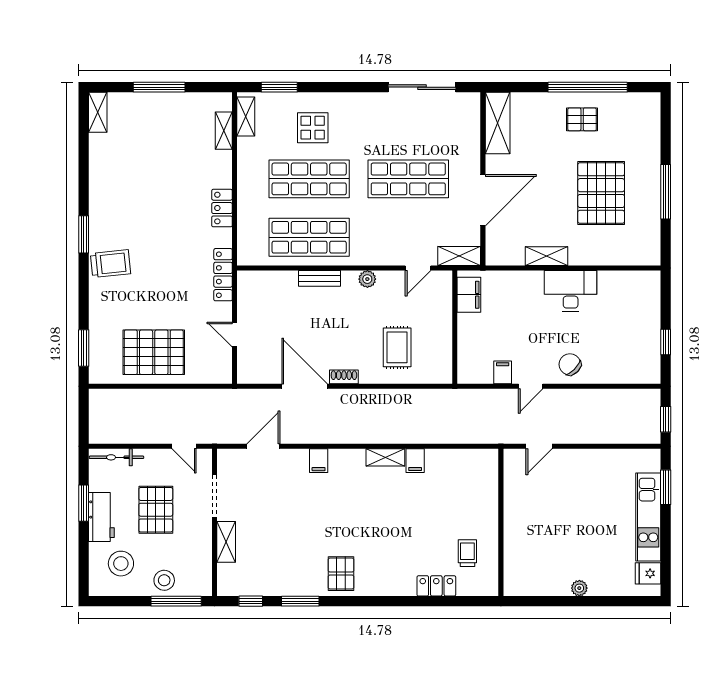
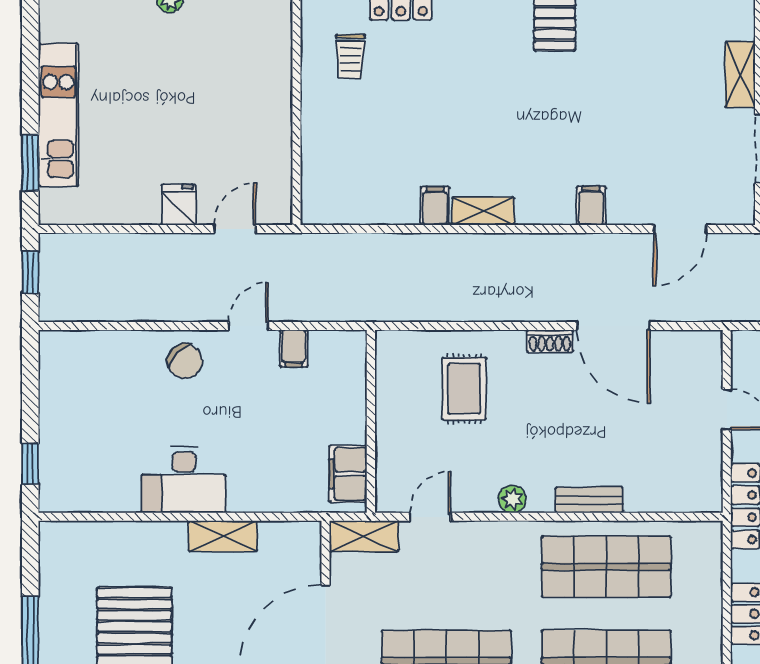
window: (666, 342) -> (30, 464), moved
fridge: (648, 573) -> (179, 205), moved, turned -90

